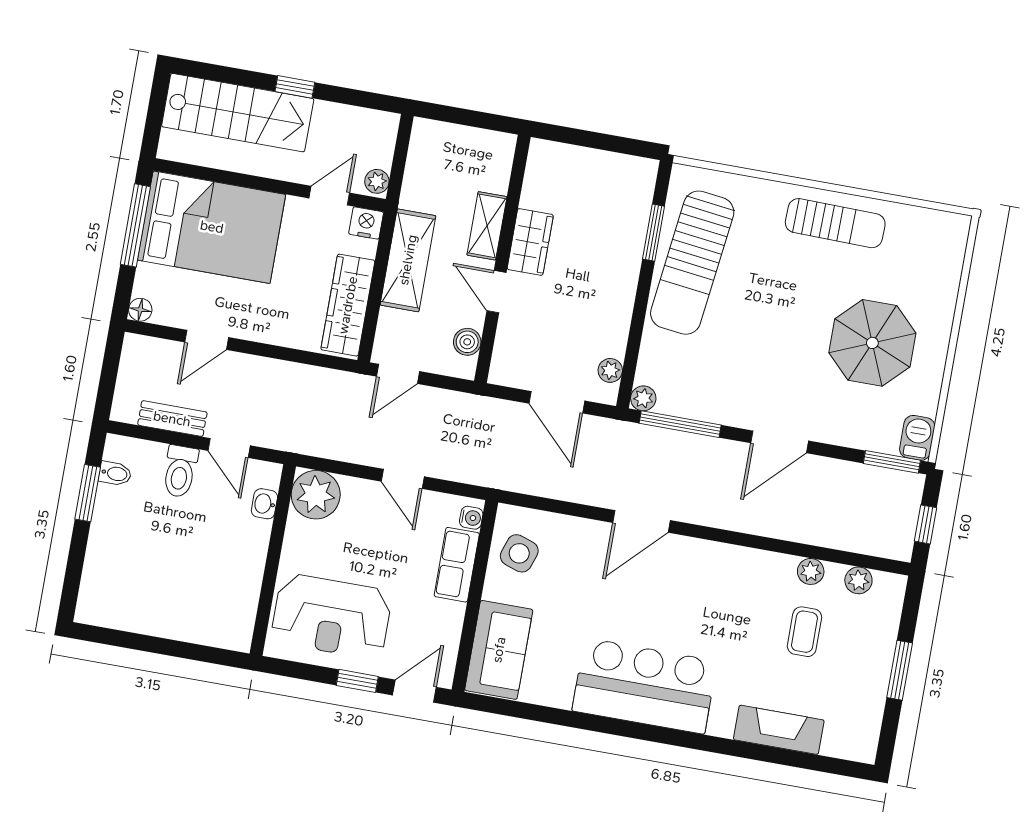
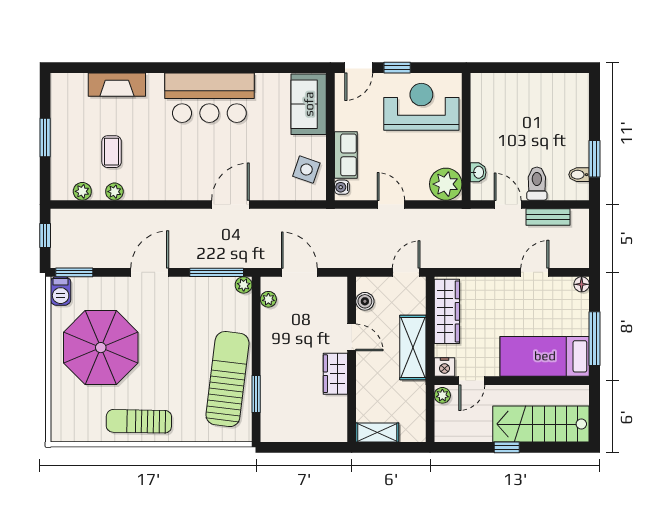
shelving: (487, 226) -> (377, 432), moved, turned 90
bed: (212, 227) -> (545, 356), width x0.67
parasol: (872, 343) -> (101, 348), width x1.36, depth x1.36

